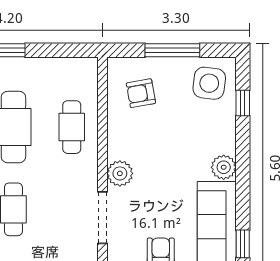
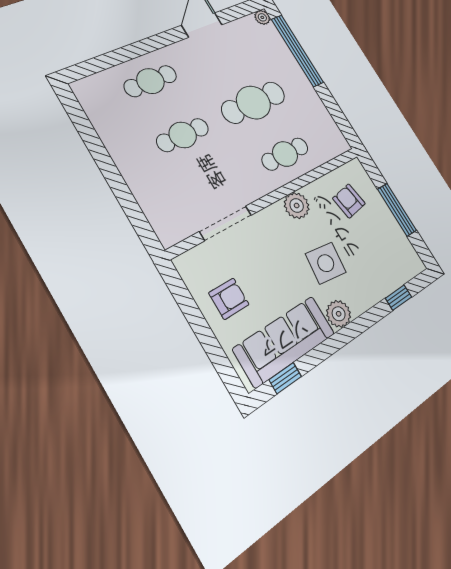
side table: (209, 83) -> (326, 263), moved
plant: (120, 173) -> (297, 205), moved

